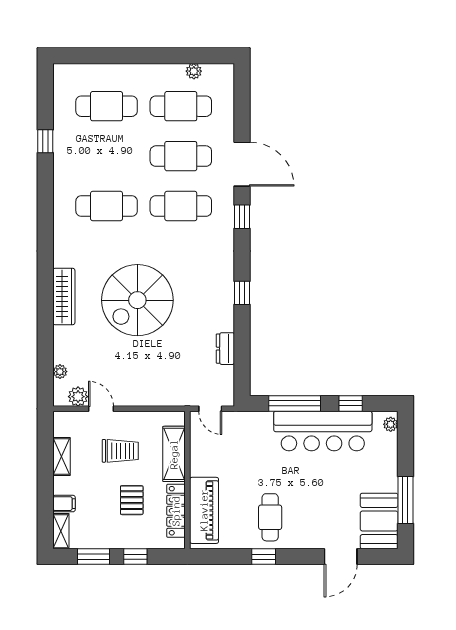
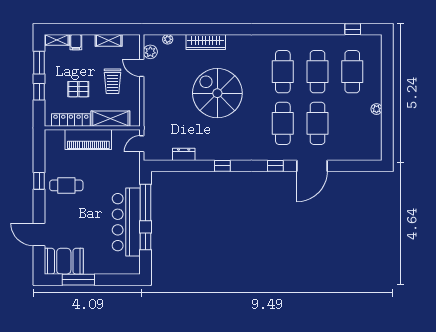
plant: (194, 71) -> (377, 109), moved
cafe table: (181, 106) -> (318, 72), moved
window: (45, 141) -> (353, 29), moved
wardrobe: (64, 296) -> (206, 42), moved
door: (101, 409) -> (142, 68), swing flipped
plant: (391, 424) -> (131, 269), removed
piano: (204, 510) -> (88, 139), moved

